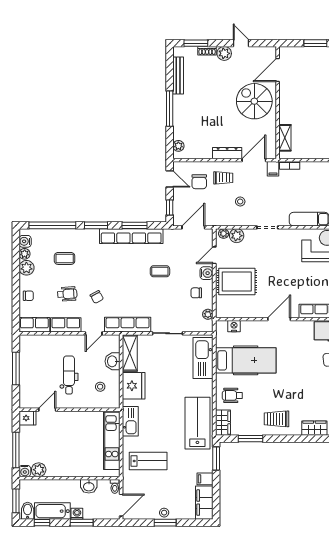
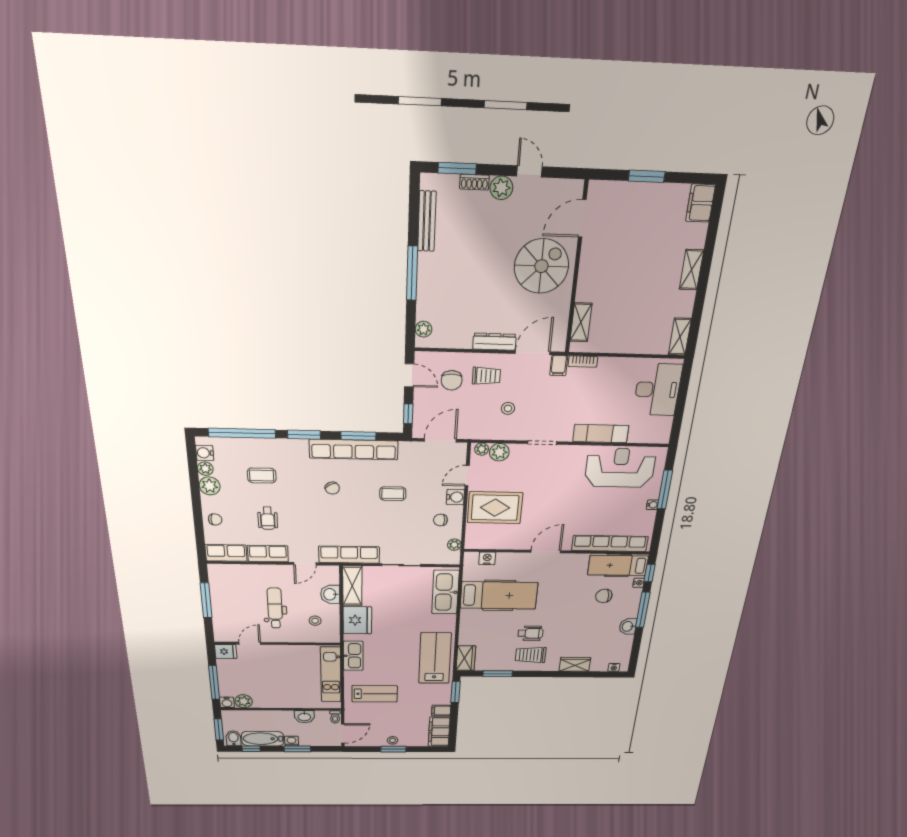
spiral stairs: (254, 101) -> (541, 266), turned 90
wheelchair: (67, 294) -> (268, 518), turned 94
chair: (97, 297) -> (332, 488), moved
wheelchair: (232, 395) -> (530, 633), moved, turned 180

